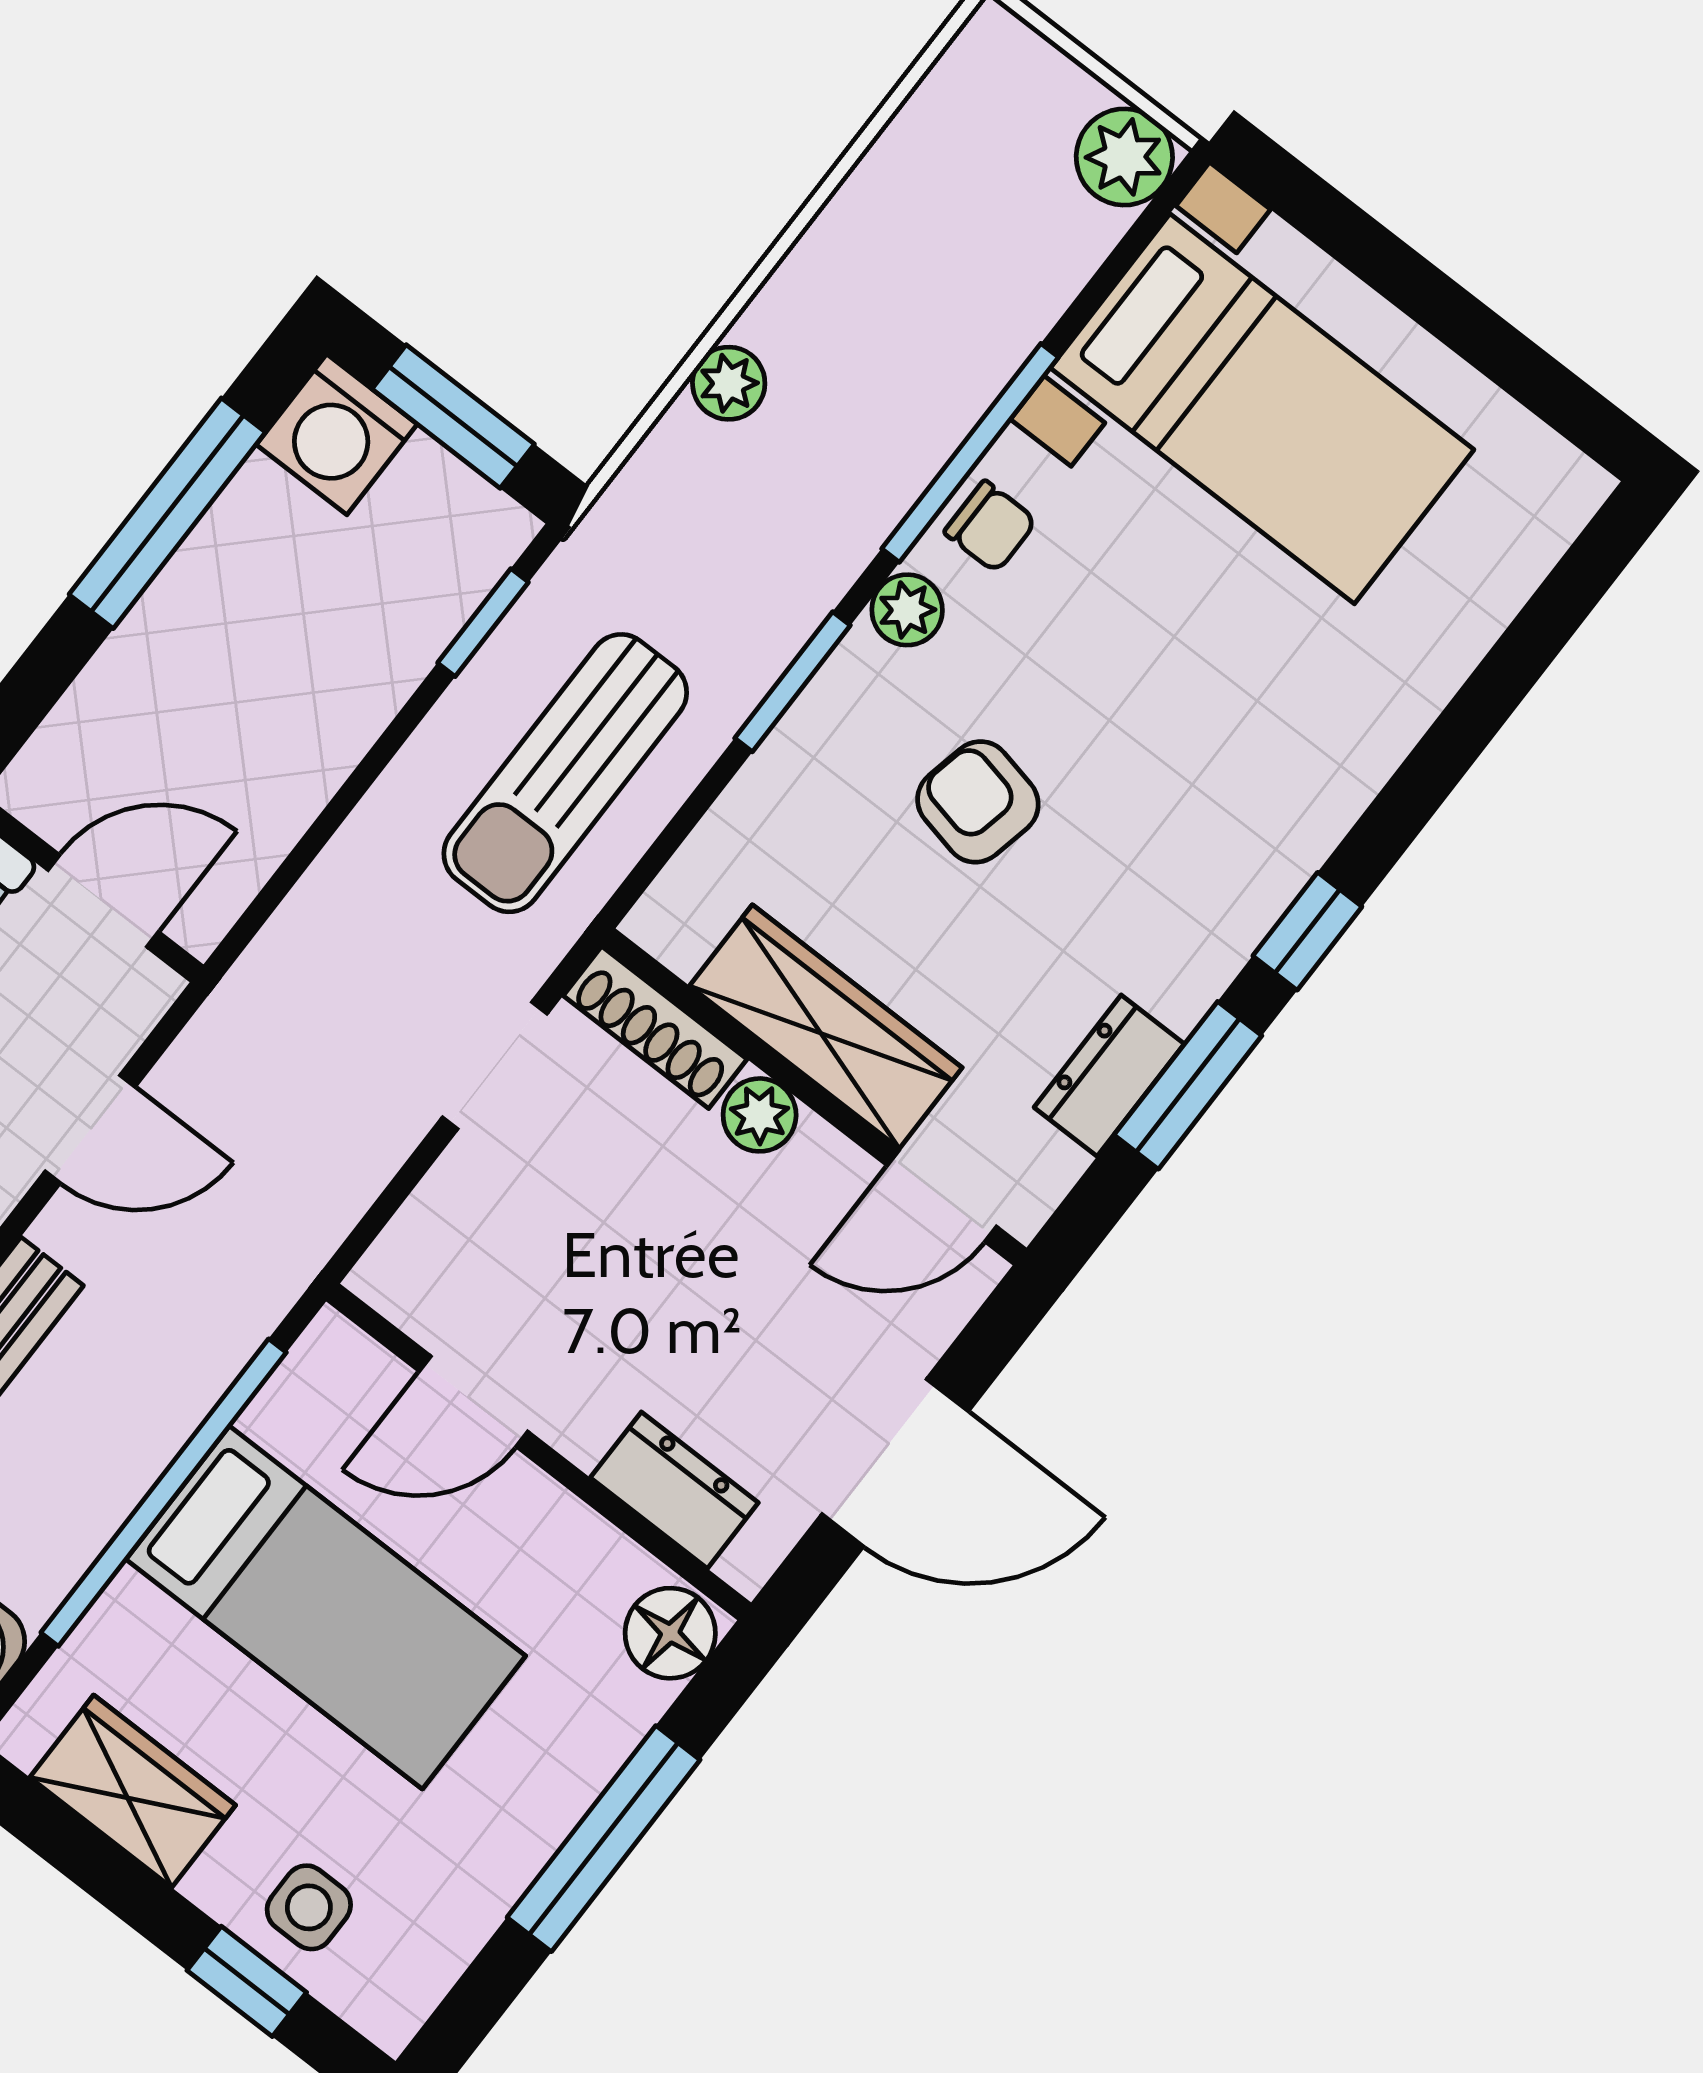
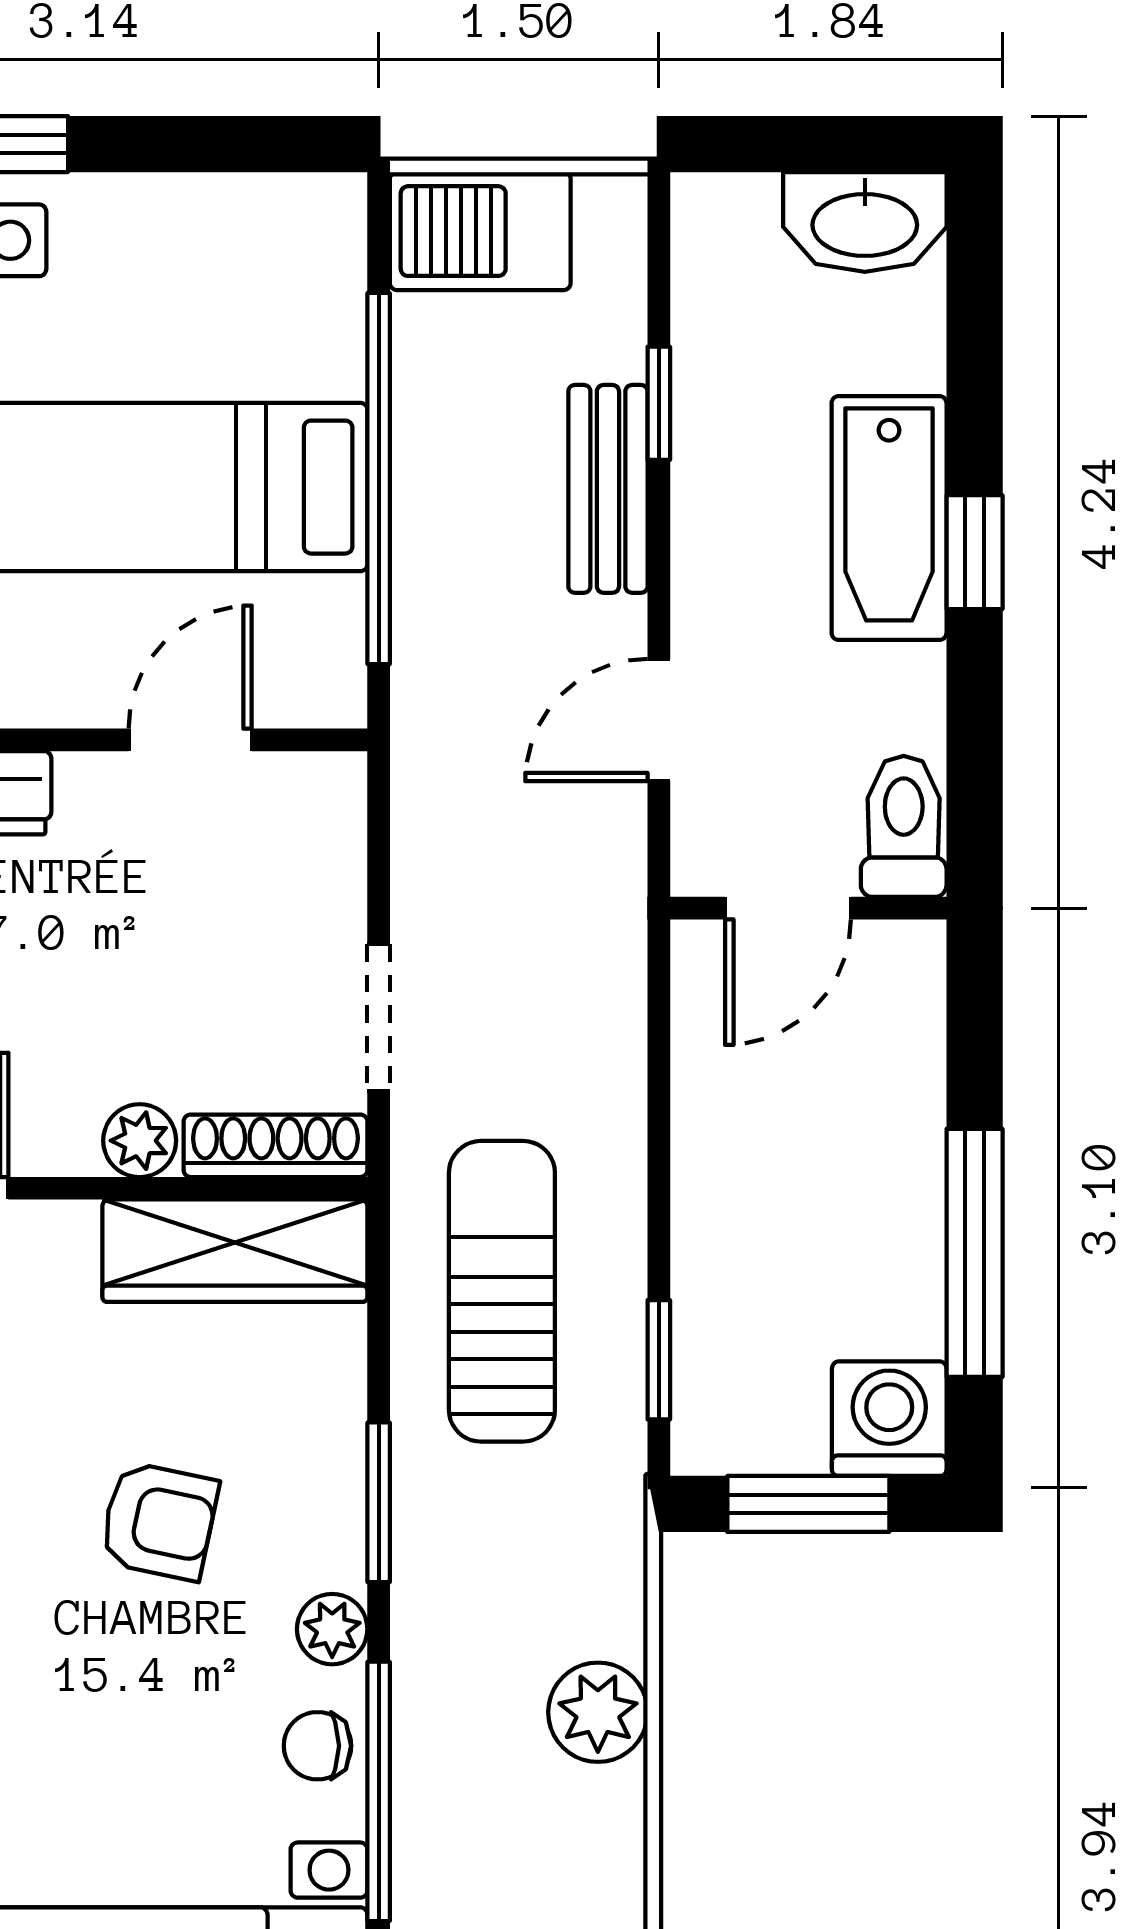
plant: (729, 383) -> (598, 1712), width x1.38, depth x1.38
wardrobe: (826, 1027) -> (235, 1251), moved
wardrobe: (133, 1791) -> (220, 224), removed

